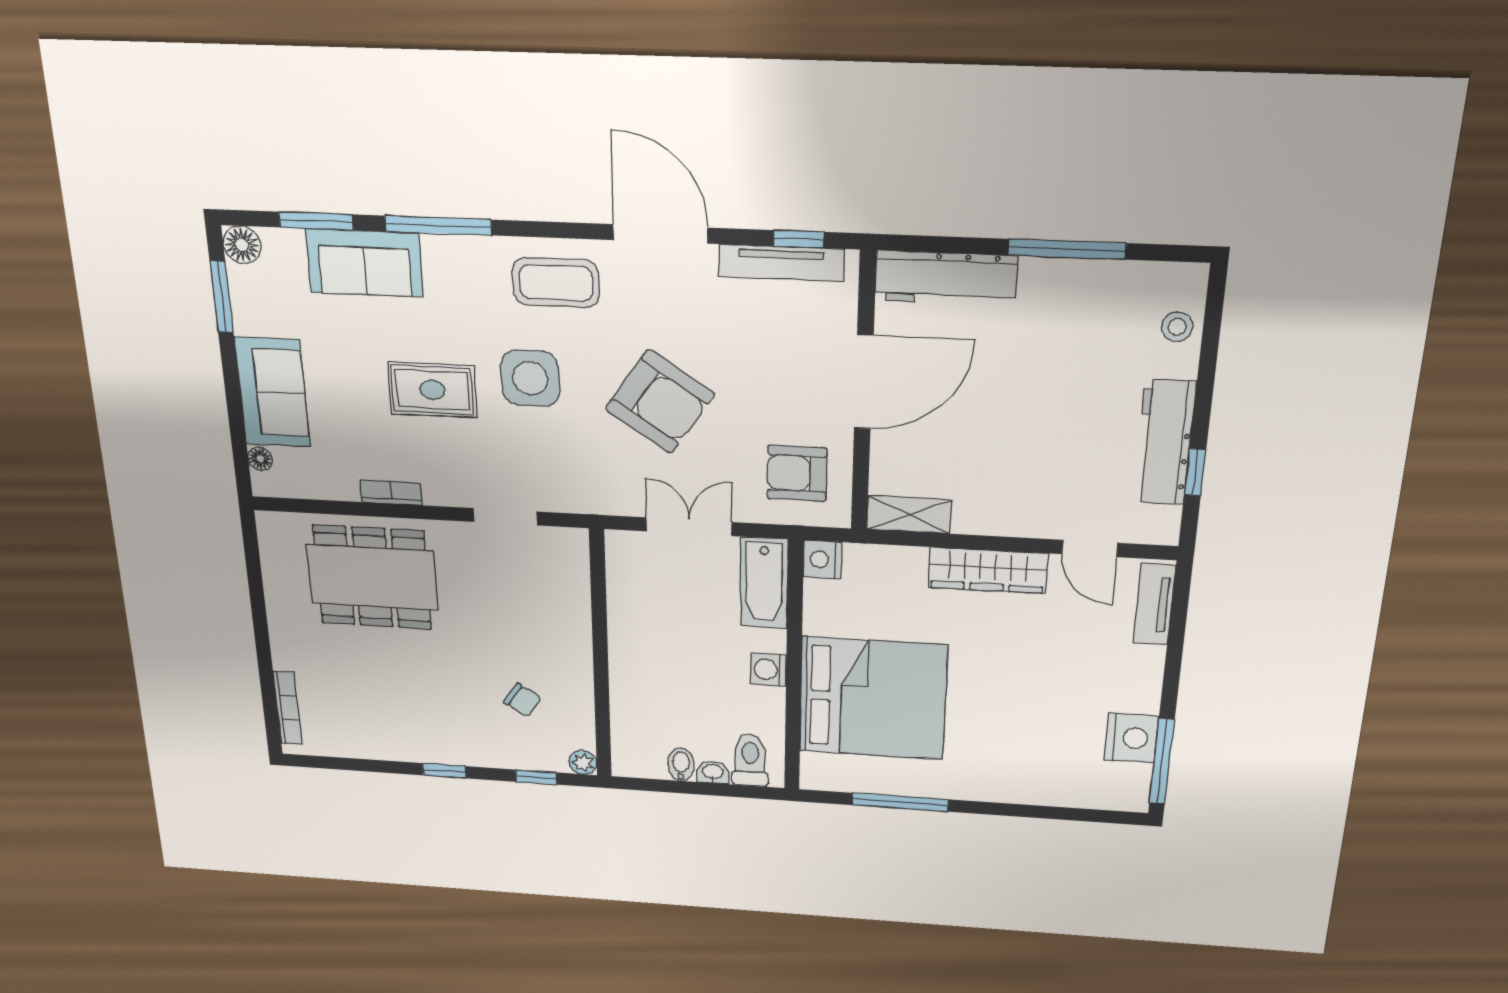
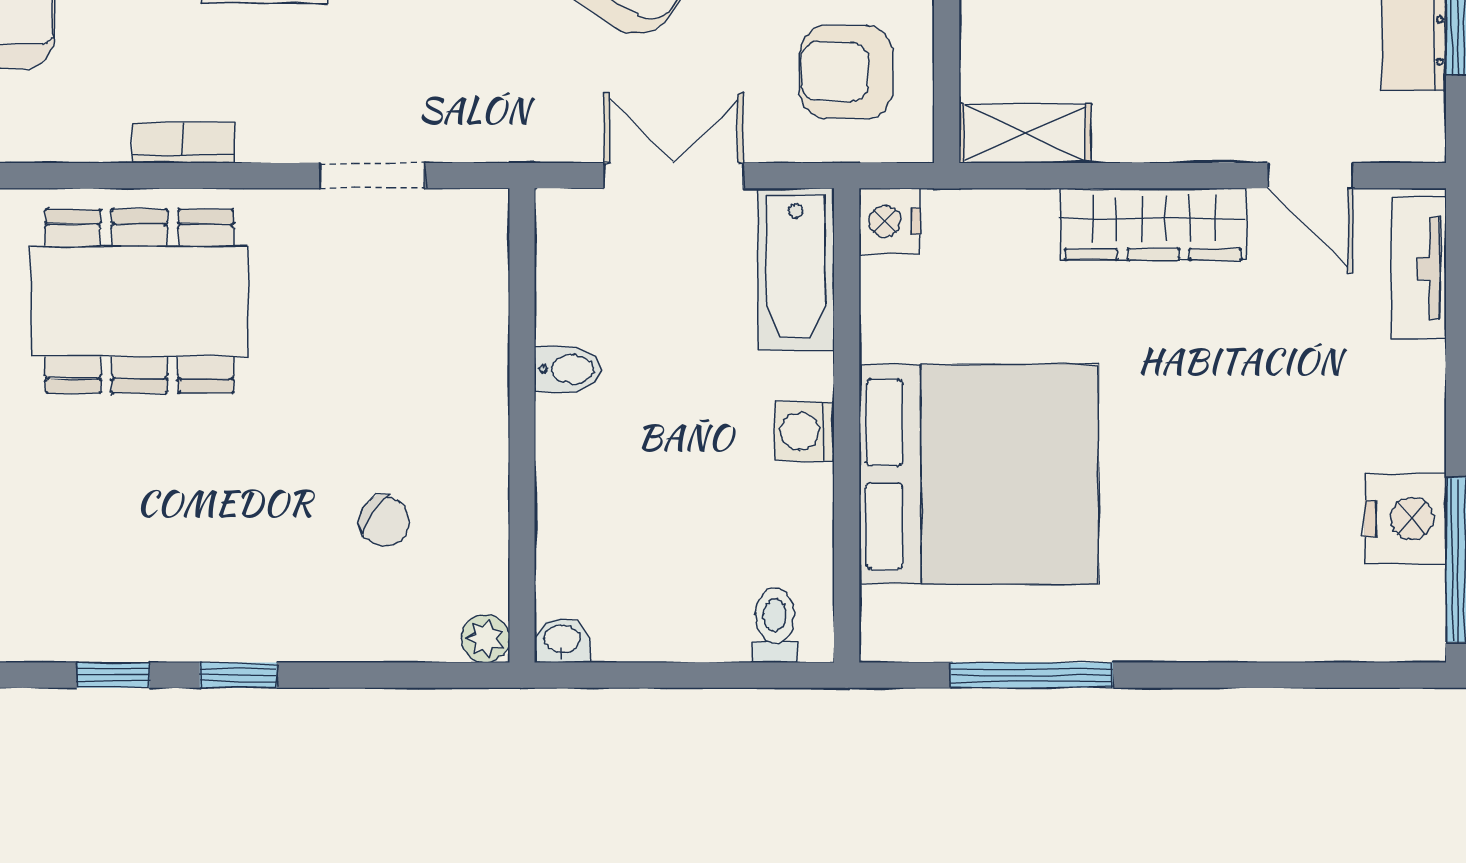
toilet: (750, 760) -> (775, 625), width x0.73, depth x0.72
bidet: (681, 765) -> (568, 369), moved, turned 90
washbasin: (713, 772) -> (562, 640), moved
window: (536, 777) -> (113, 675), moved

